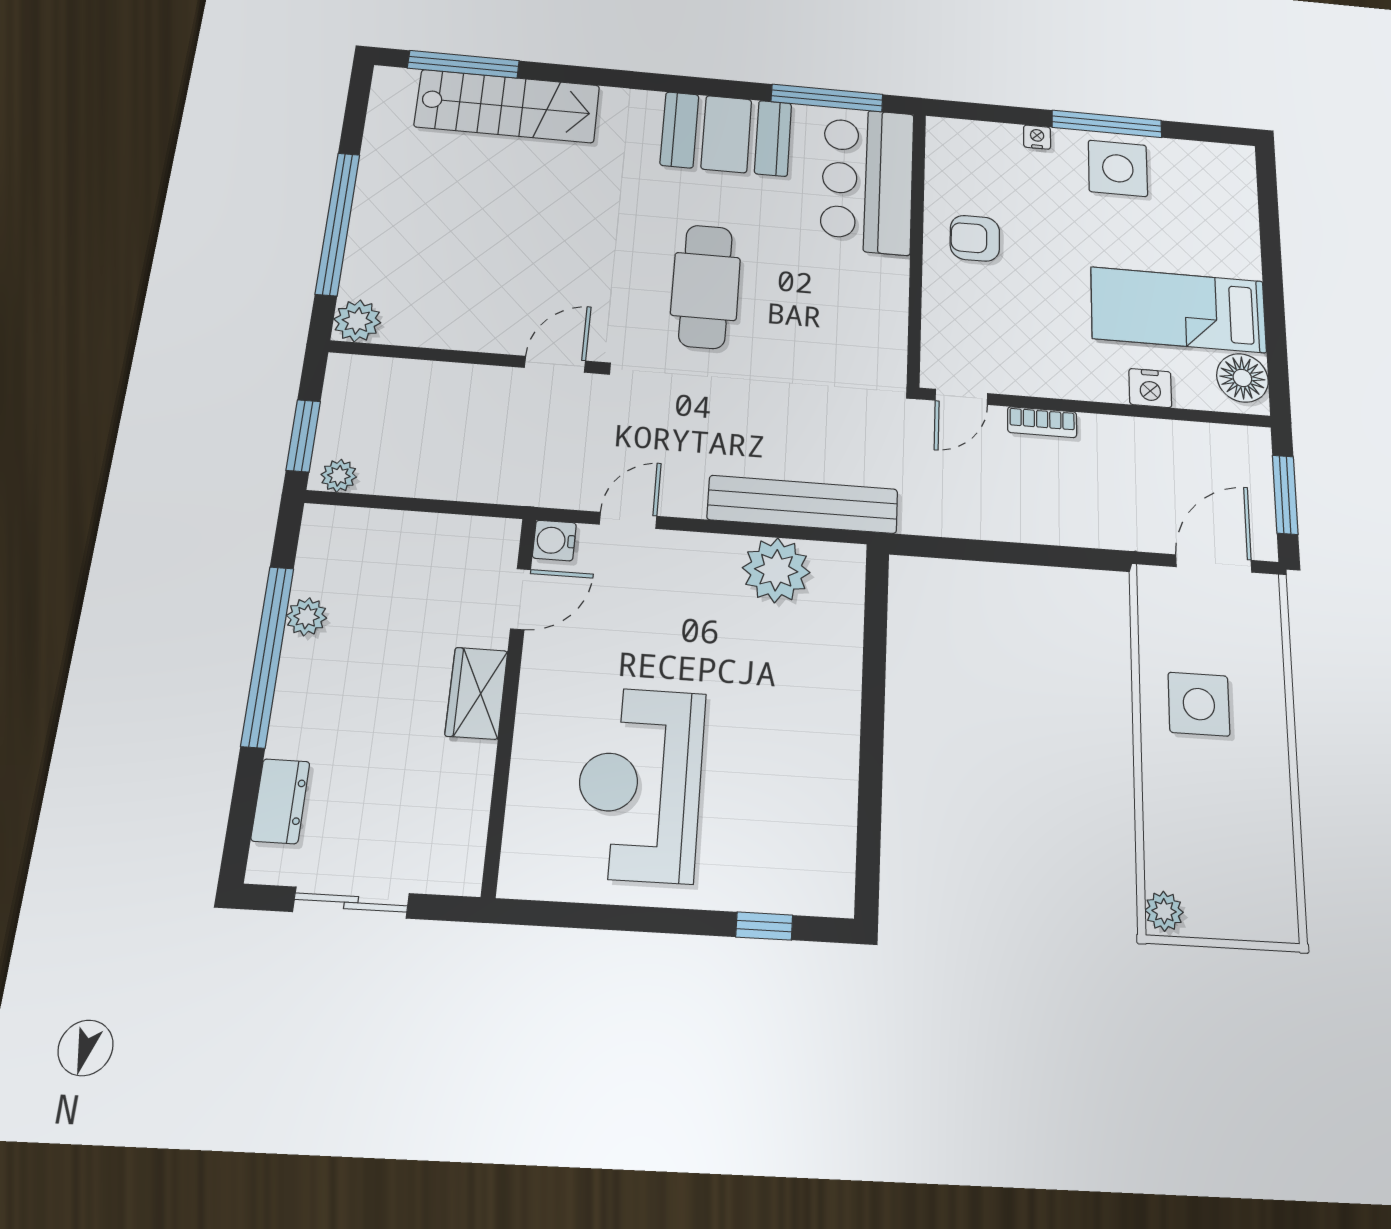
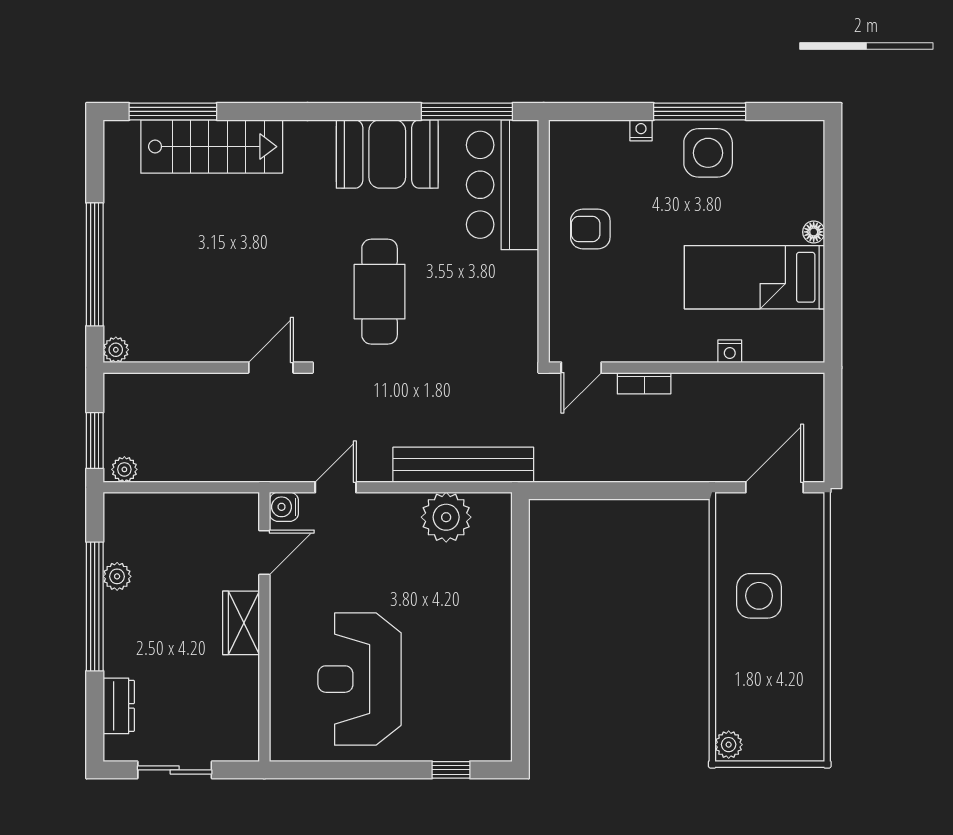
plant: (357, 321) -> (116, 350), width x0.73, depth x0.73
floor lamp: (1242, 378) -> (814, 232), moved, width x0.53, depth x0.53
nightstand: (1150, 388) -> (730, 351), width x0.72, depth x0.74
window: (1285, 495) -> (833, 427), removed

